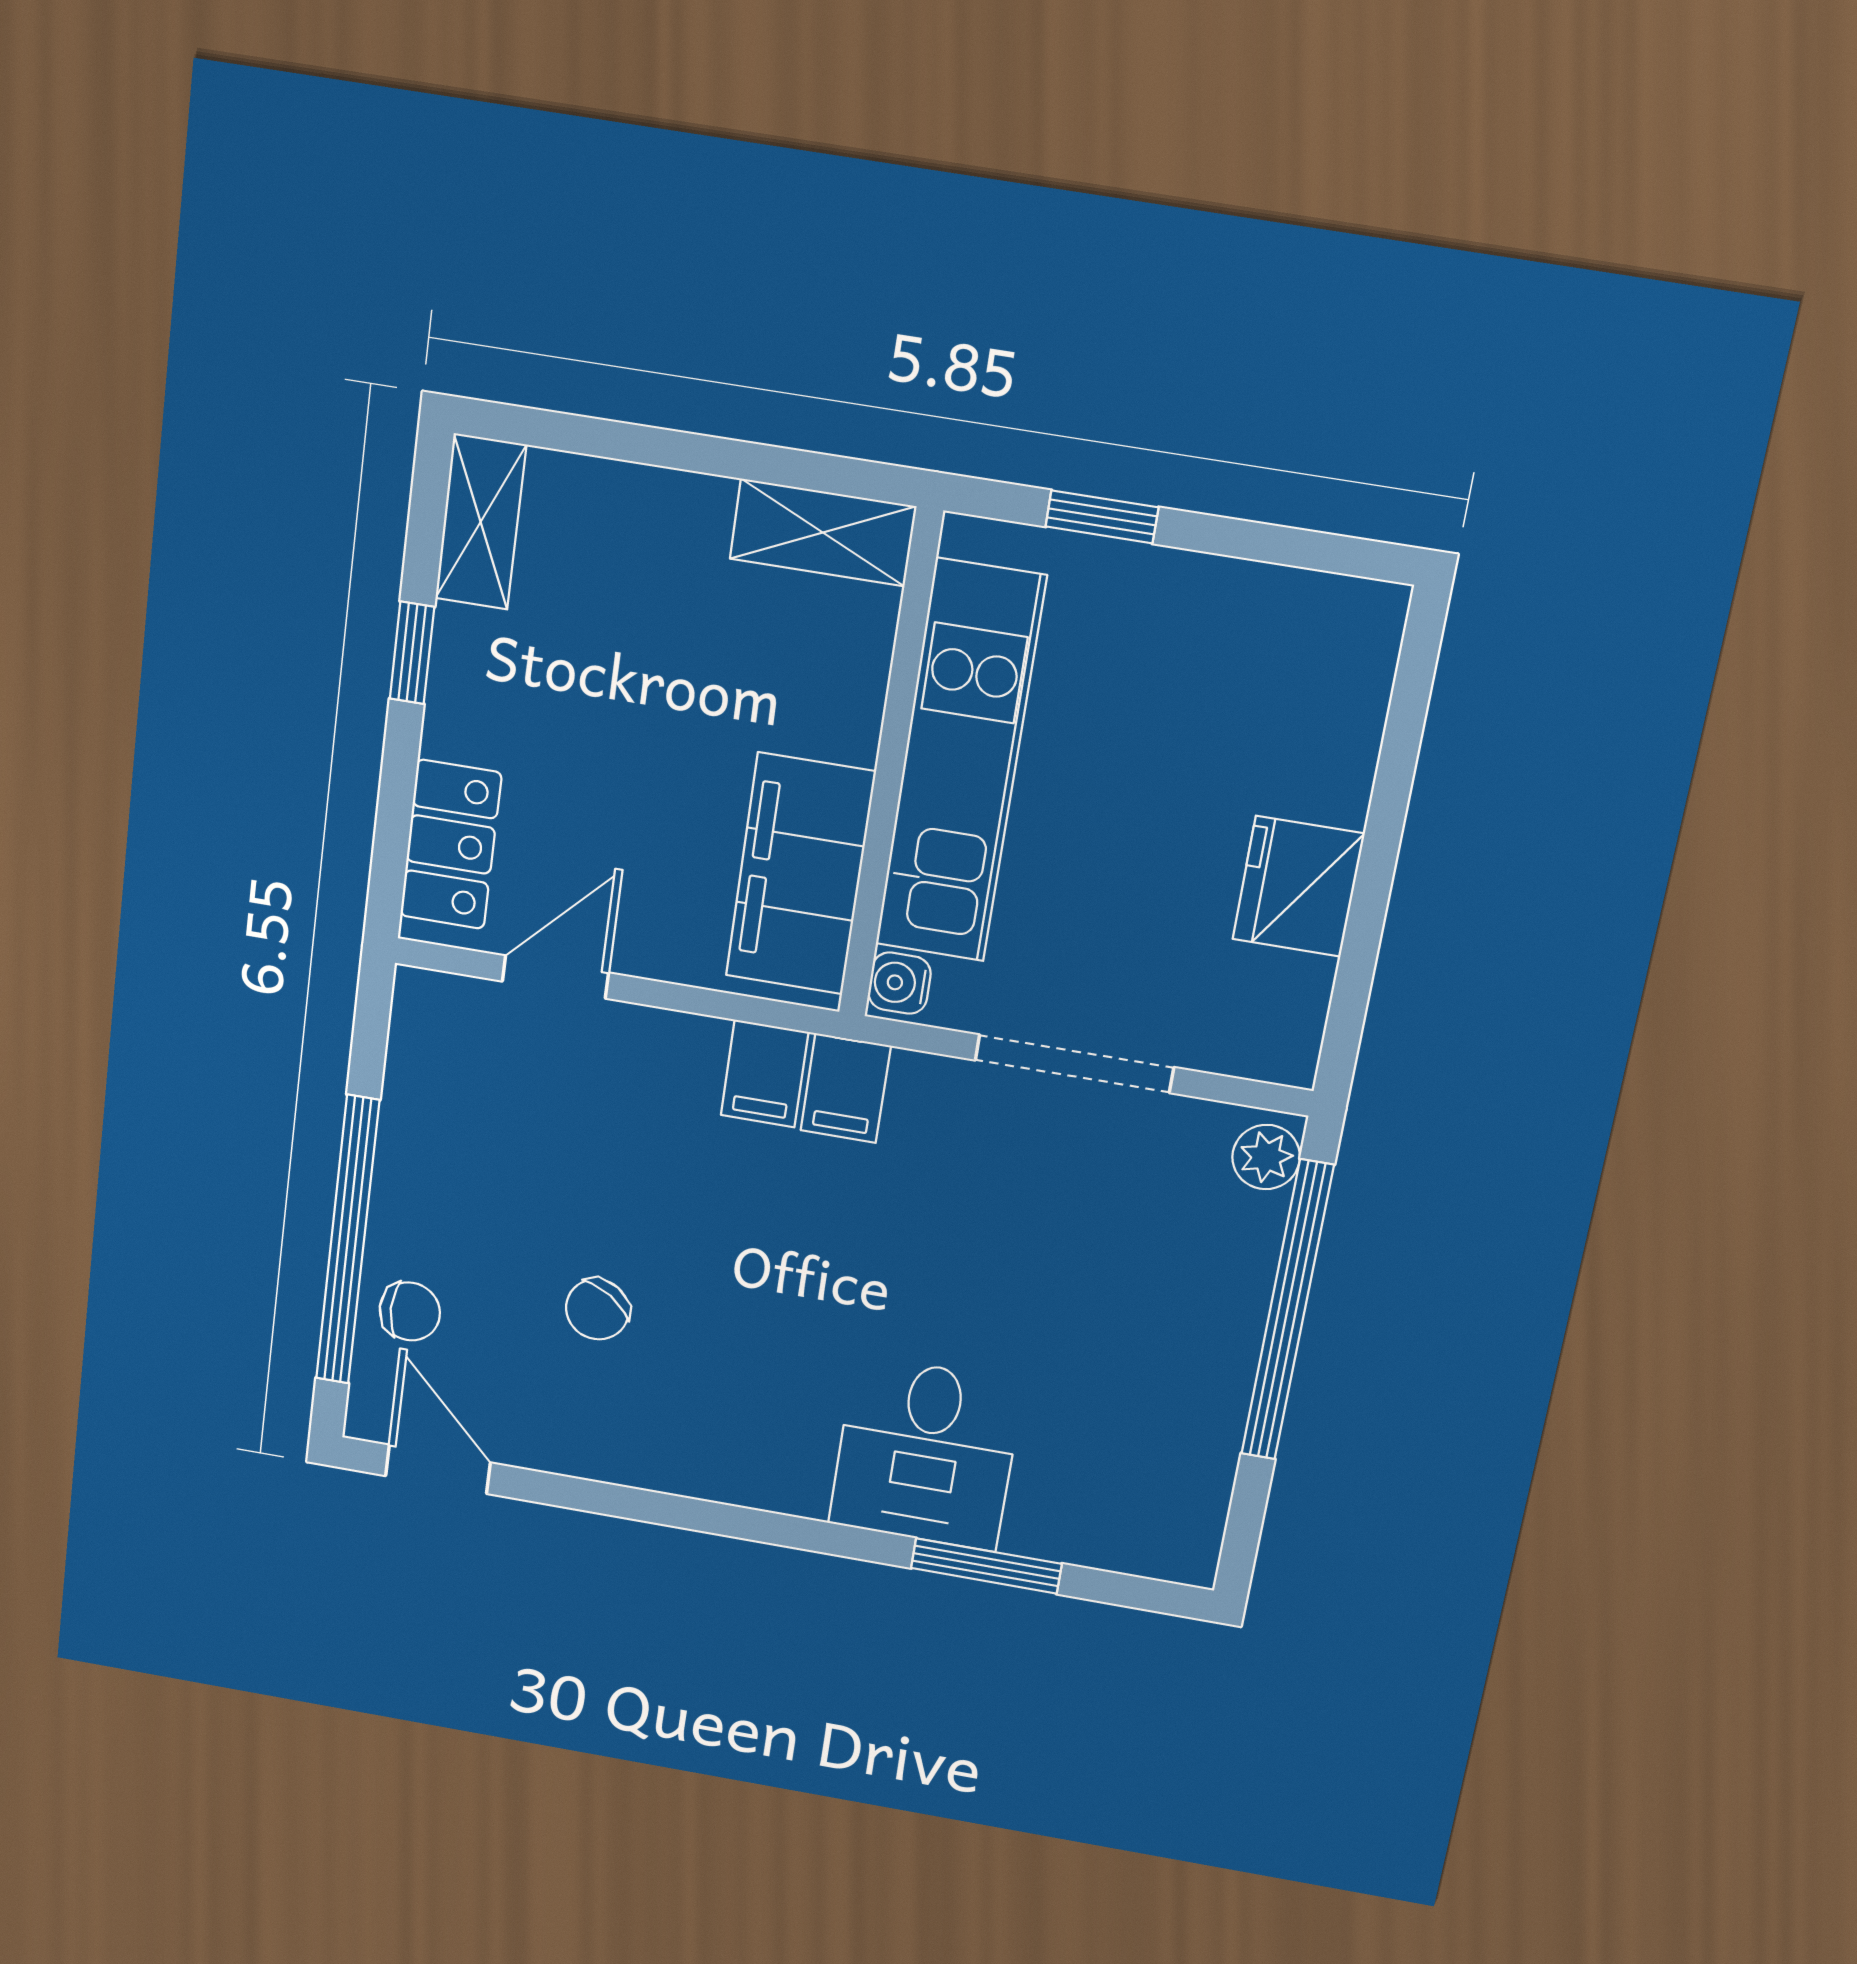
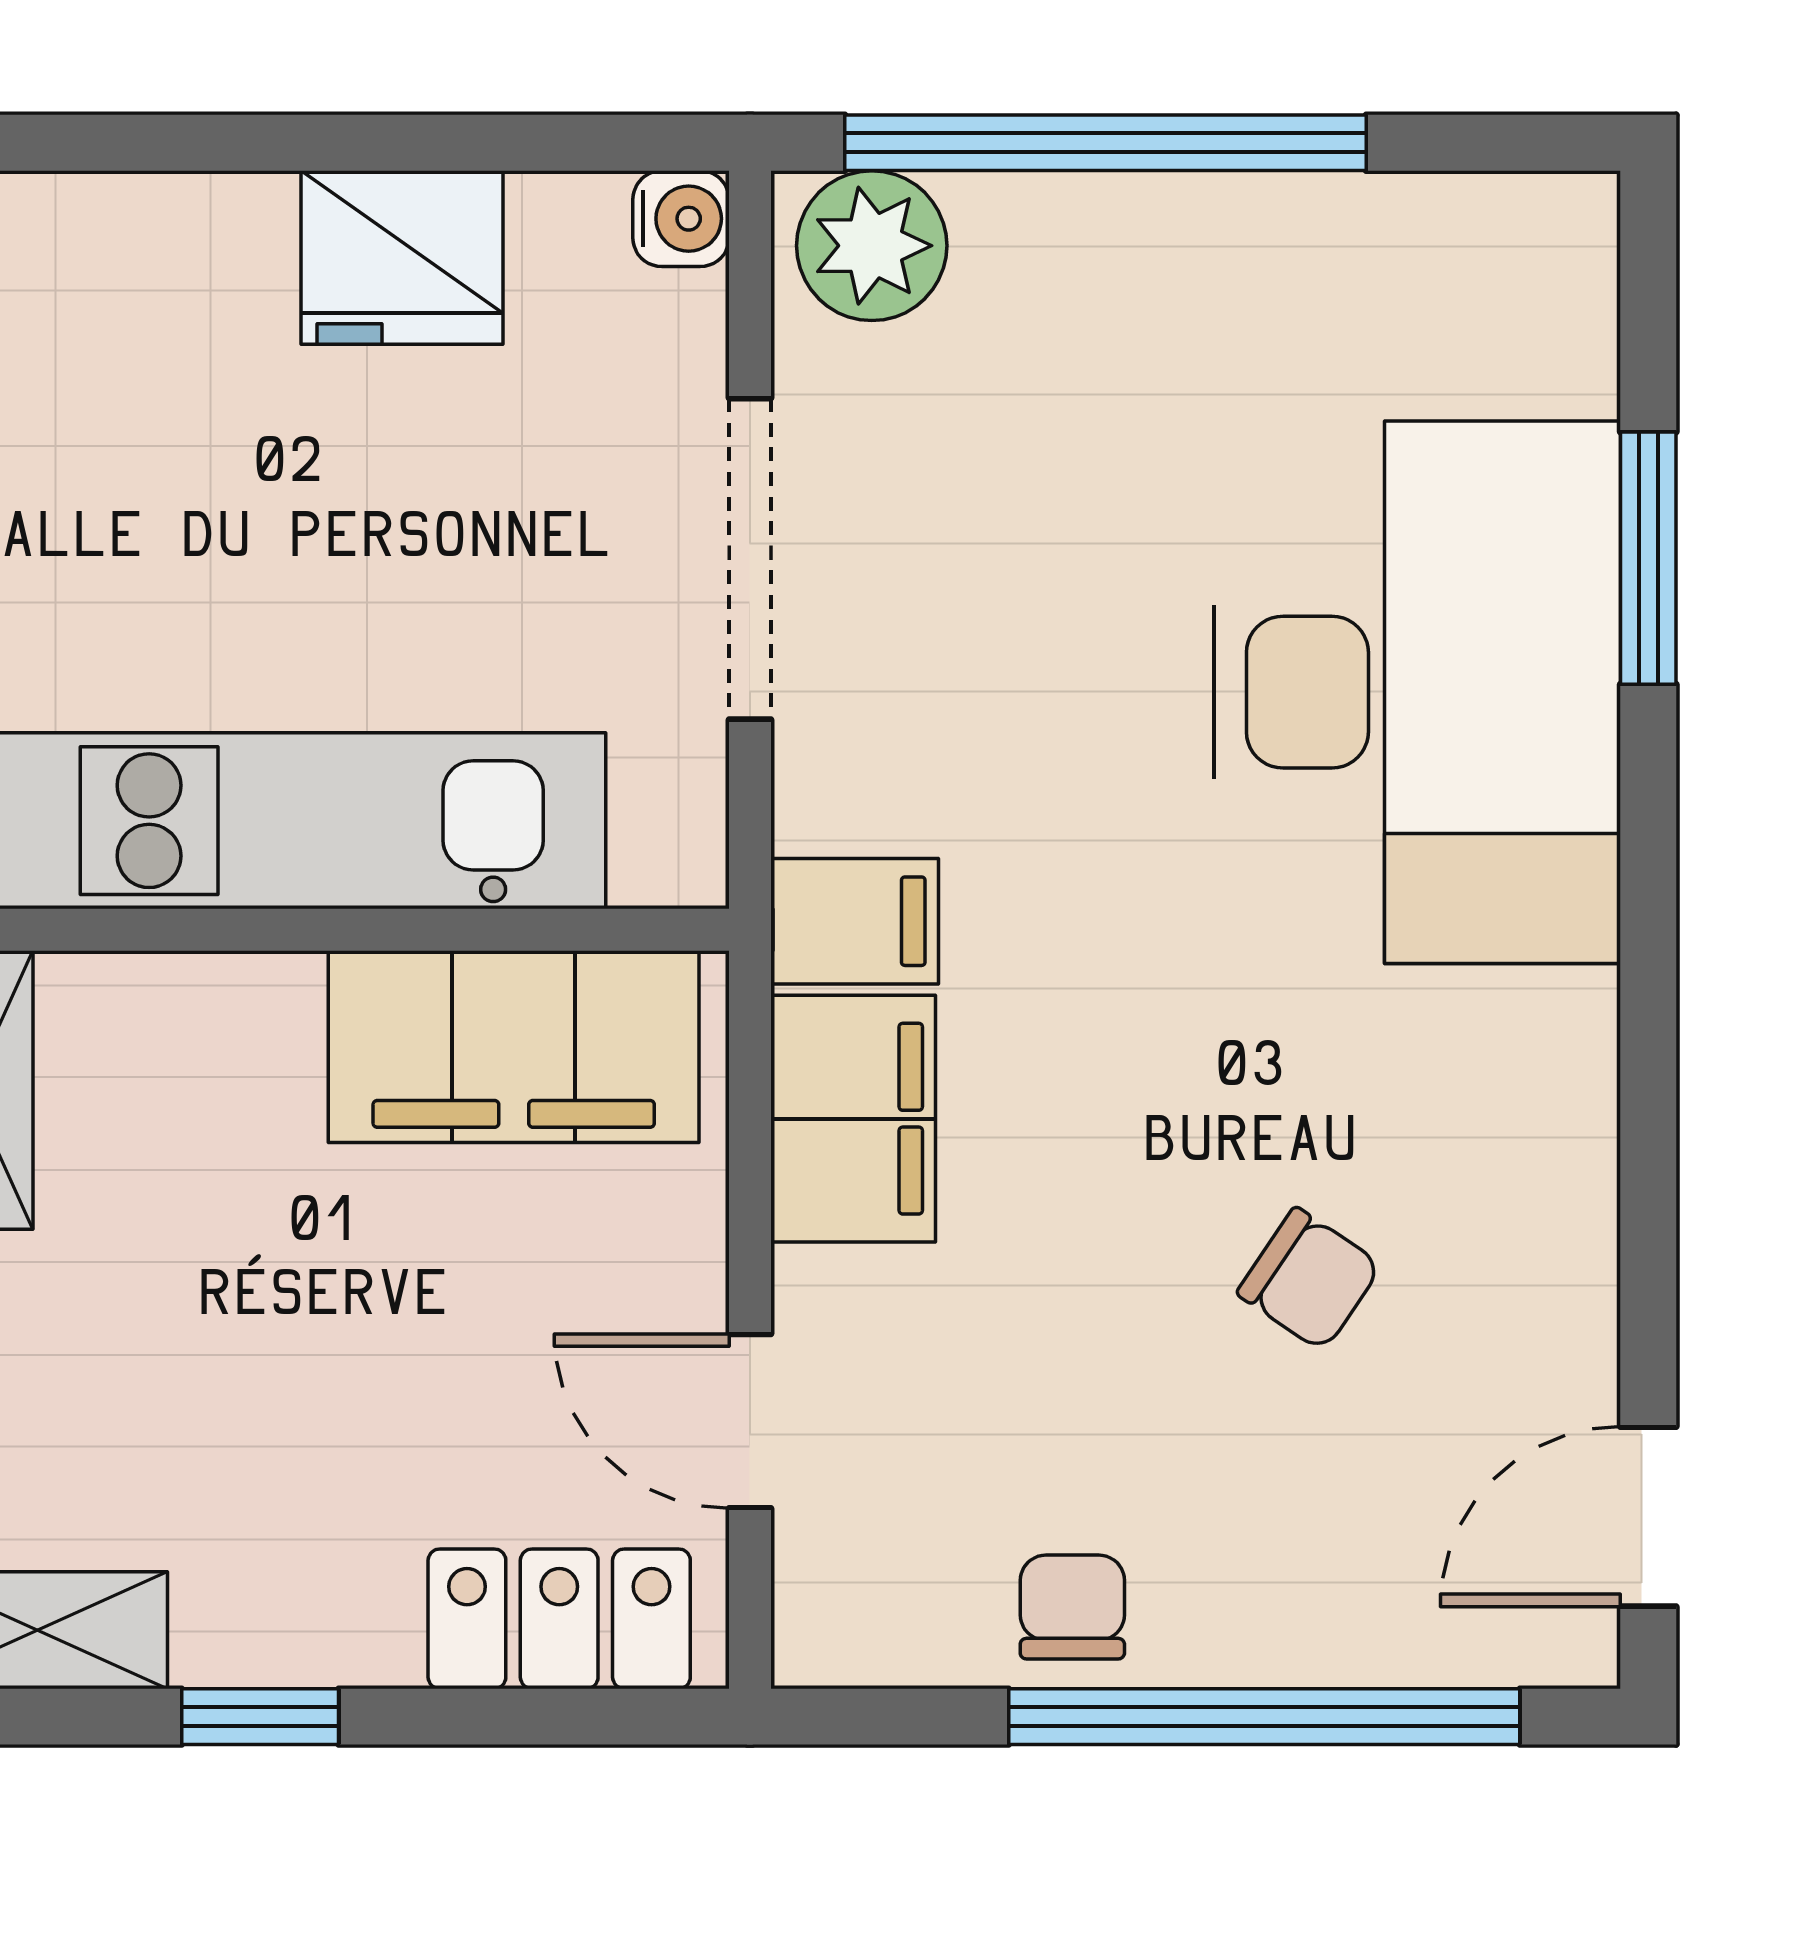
water cooler: (899, 983) -> (681, 219), moved, turned -90
filing cabinet: (765, 1074) -> (853, 1119), width x2.00
plant: (1266, 1157) -> (872, 246), width x1.38, depth x1.38
chair: (410, 1311) -> (1072, 1607), moved
desk: (926, 1453) -> (1417, 692), width x1.87, depth x1.30

